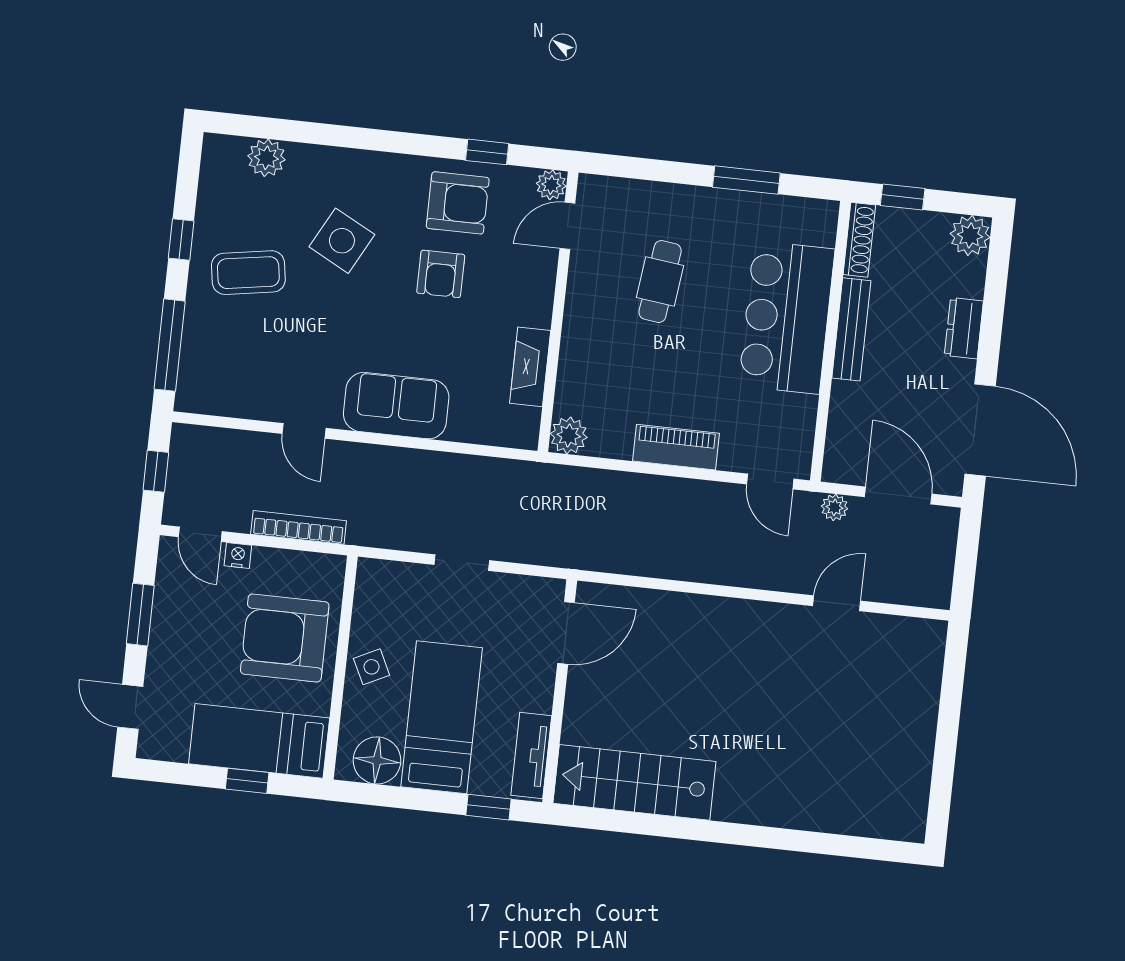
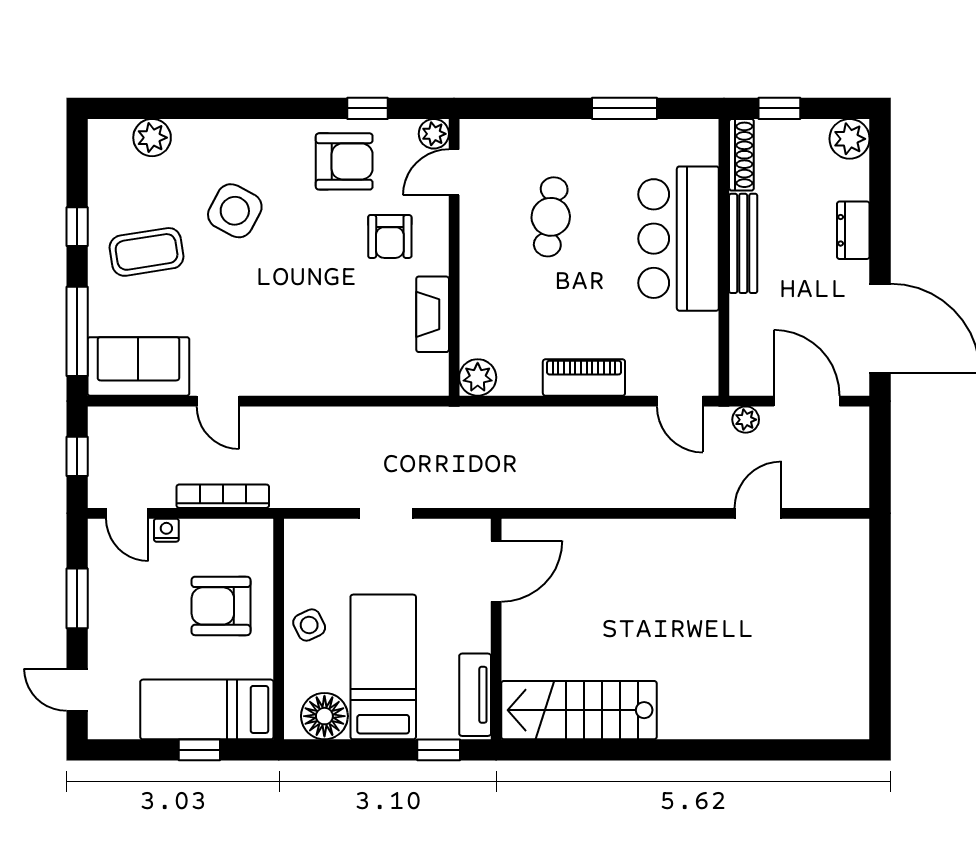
armchair: (441, 274) -> (390, 237), moved
sofa: (396, 406) -> (138, 366), moved
armchair: (285, 638) -> (221, 606), width x0.73, depth x0.73

